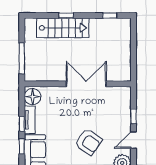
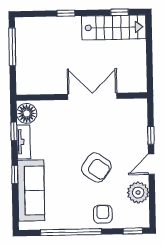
stairs: (63, 28) -> (114, 27), moved
window: (22, 58) -> (12, 47), moved
window: (22, 124) -> (14, 131), moved

